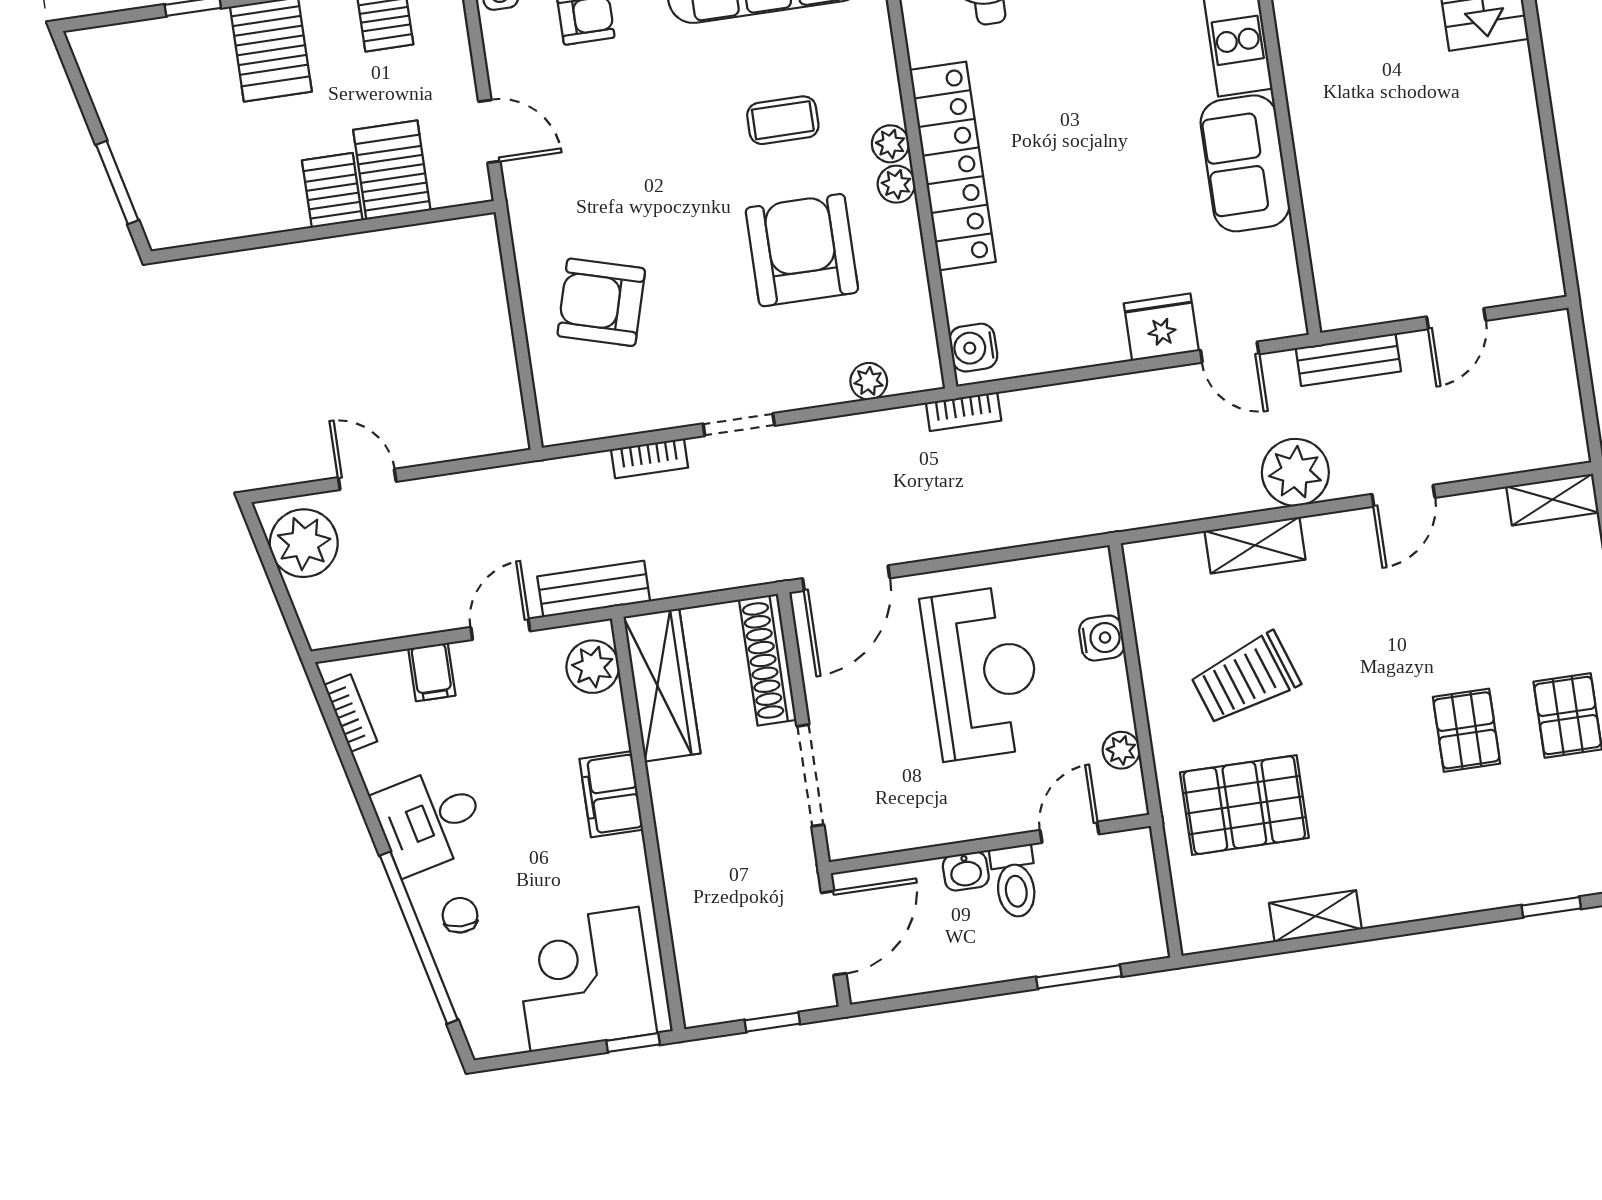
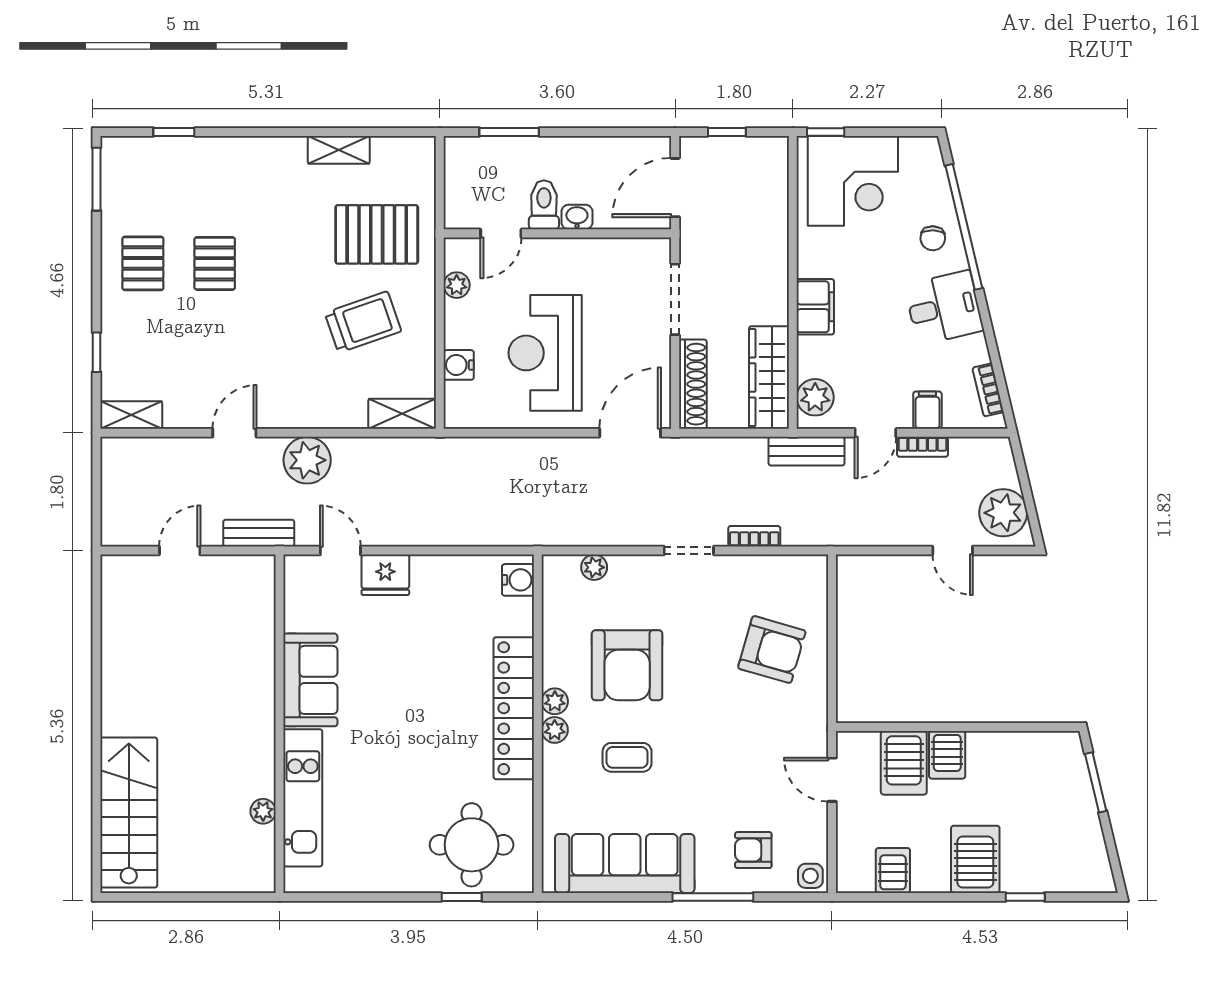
bookcase: (964, 412) -> (923, 447), moved, turned 180
shelving: (1255, 545) -> (402, 414), moved

